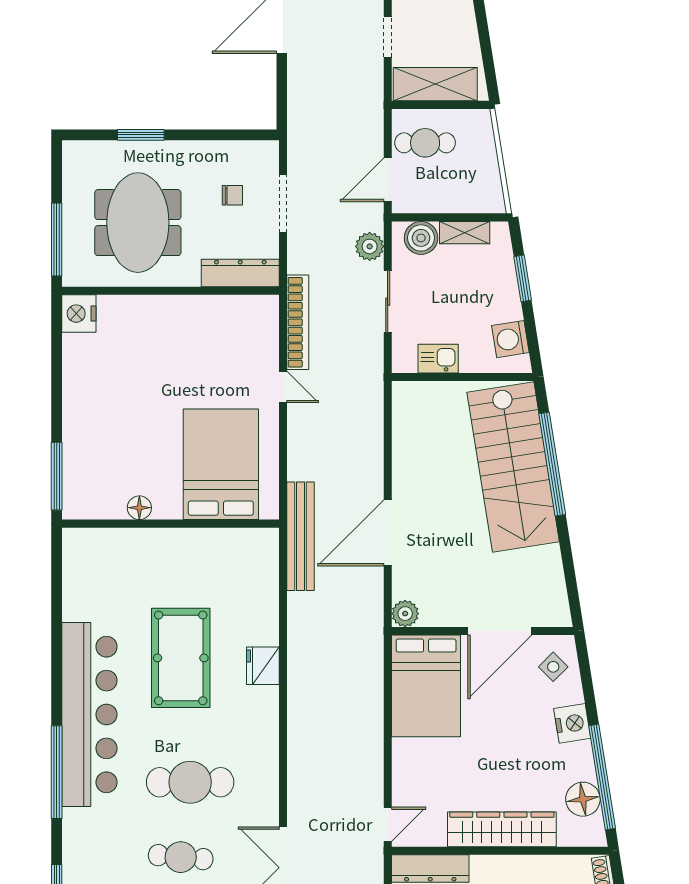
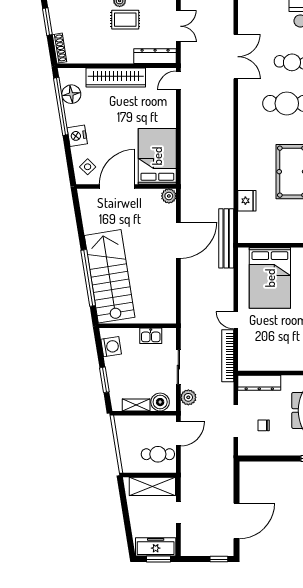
fridge: (263, 666) -> (247, 201), moved

